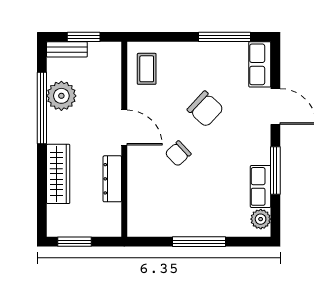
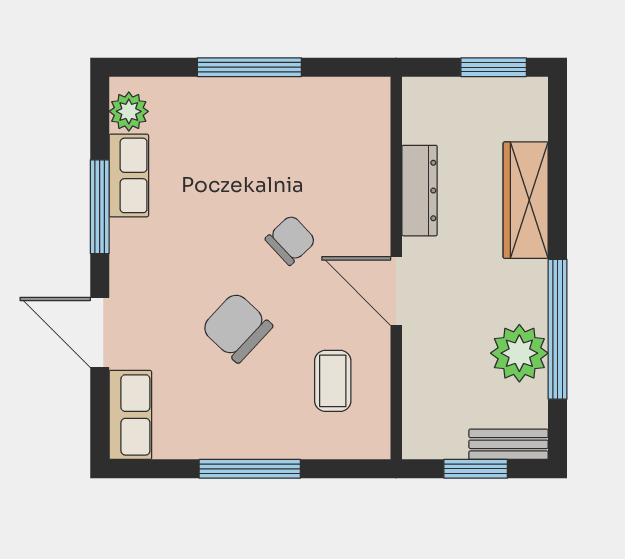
window: (225, 37) -> (250, 469), moved
coffee table: (147, 69) -> (333, 381), moved

